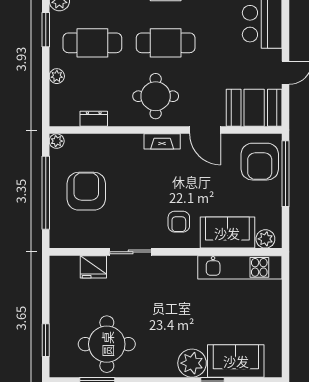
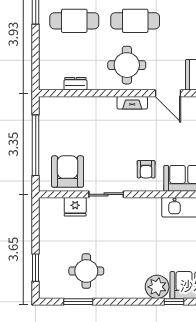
plant: (57, 76) -> (45, 48), removed
plant: (57, 141) -> (45, 102), removed
armchair: (86, 191) -> (68, 171), moved
round table: (107, 344) -> (86, 271), width x0.73, depth x0.73

